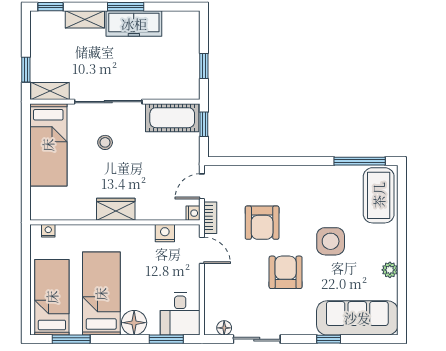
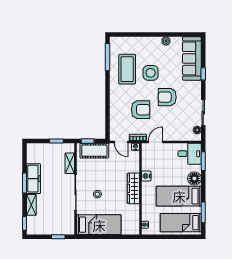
shelving: (50, 91) -> (70, 163), moved
cot: (172, 118) -> (94, 151), moved, turned 90
coffee table: (379, 195) -> (127, 69), moved, turned 90
wardrobe: (116, 209) -> (133, 188), width x1.50
nightstand: (165, 233) -> (146, 176), moved

